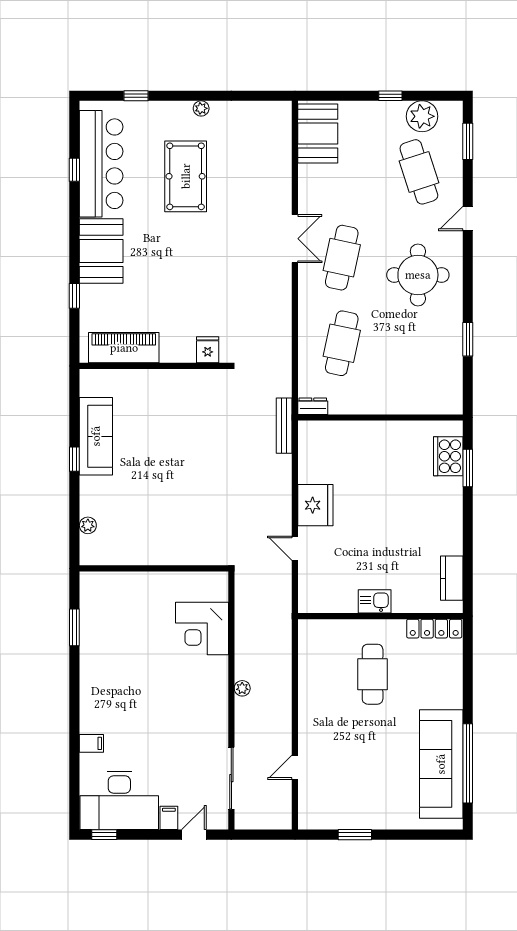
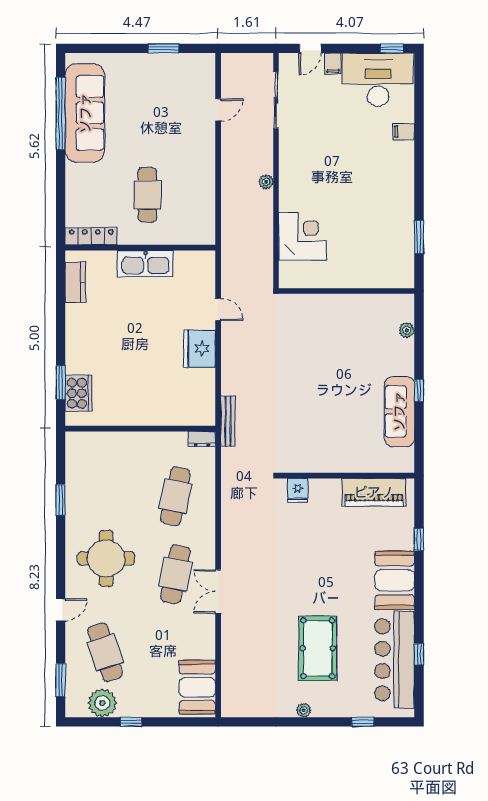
kitchen sink: (375, 601) -> (146, 264), width x1.88, depth x1.24

